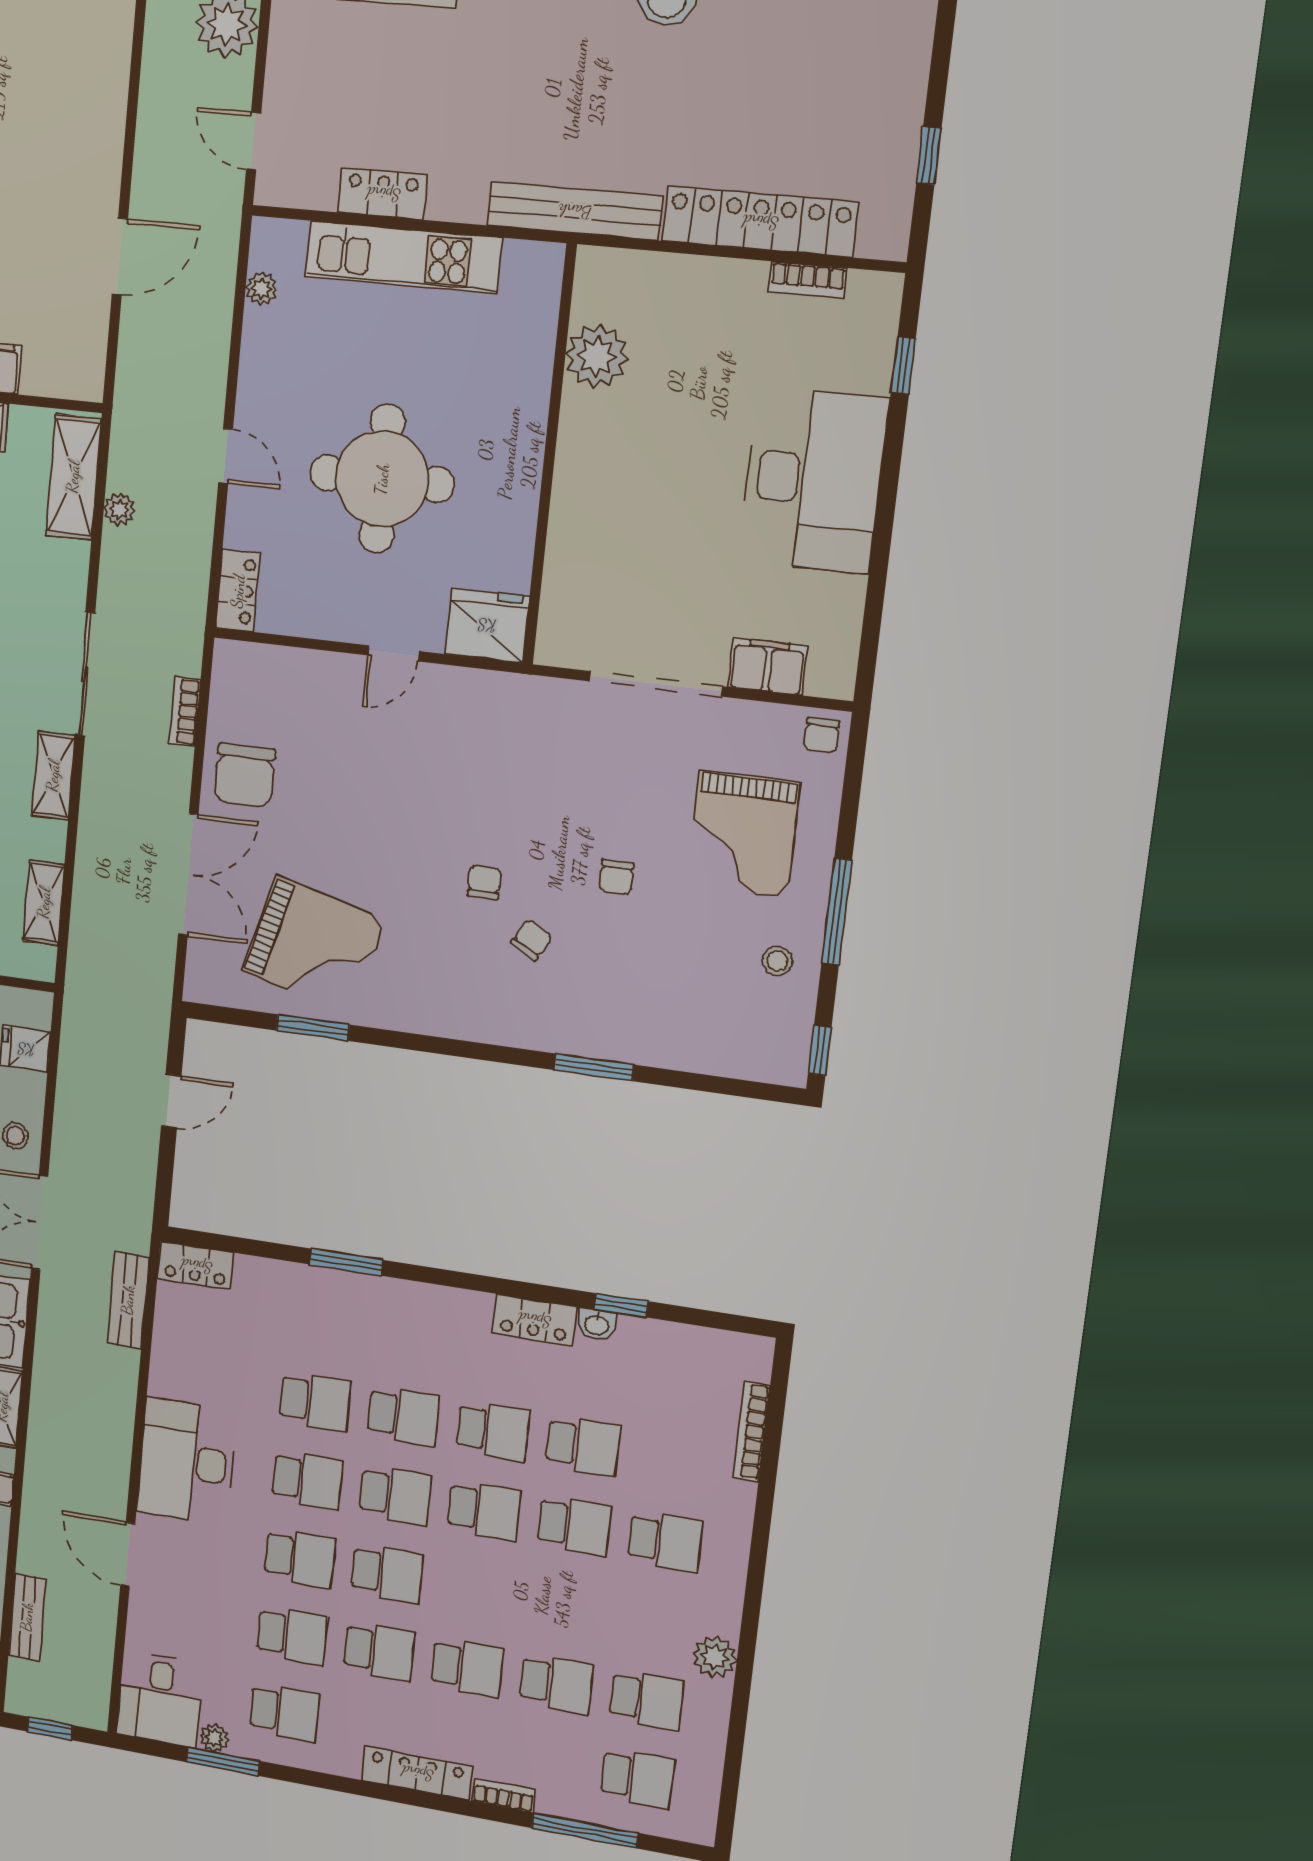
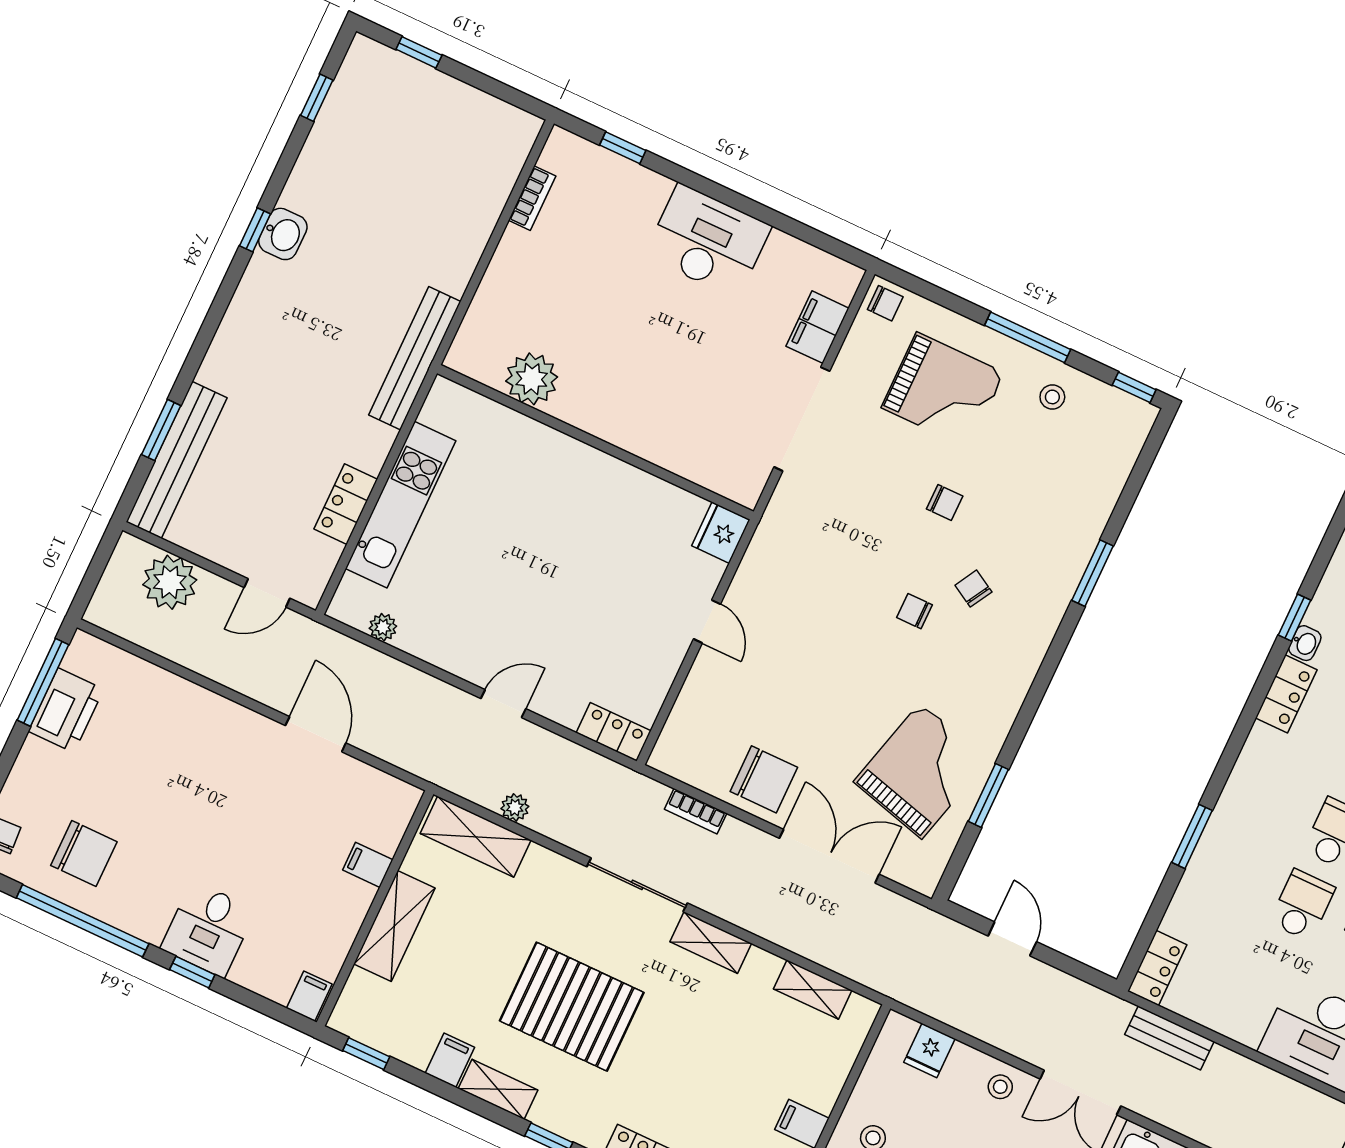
window: (929, 156) -> (419, 52), moved
locker: (760, 222) -> (475, 220), removed
round table: (382, 479) -> (566, 582), removed
desk: (814, 480) -> (708, 241), width x0.73, depth x0.77
fridge: (487, 625) -> (721, 533), width x0.73, depth x0.75

